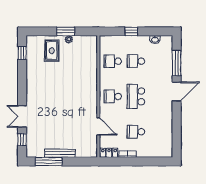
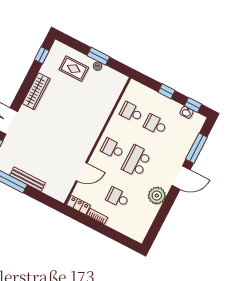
window: (157, 31) -> (193, 105), added
rug: (52, 51) -> (74, 69), turned 90
wardrobe: (32, 83) -> (36, 91), added
plant: (165, 115) -> (157, 196), added
door: (98, 126) -> (82, 172), hinge flipped

